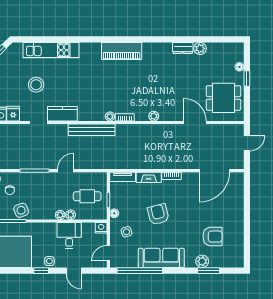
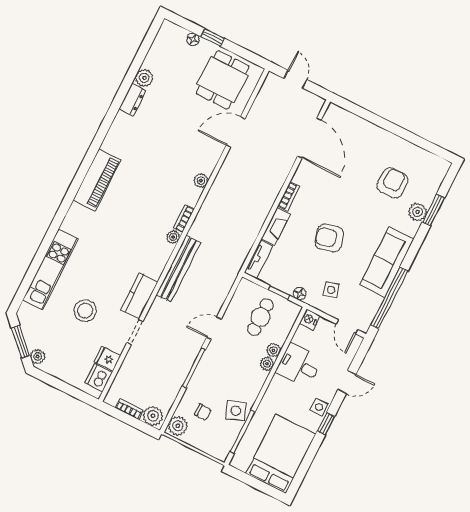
door: (66, 171) -> (214, 328), hinge flipped

